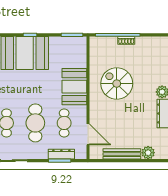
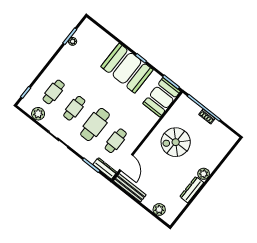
spiral stairs: (117, 84) -> (176, 142), turned -90
booth: (74, 87) -> (162, 97), moved
dresser: (61, 154) -> (105, 168), moved
bench: (122, 154) -> (130, 188), moved

